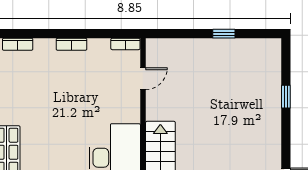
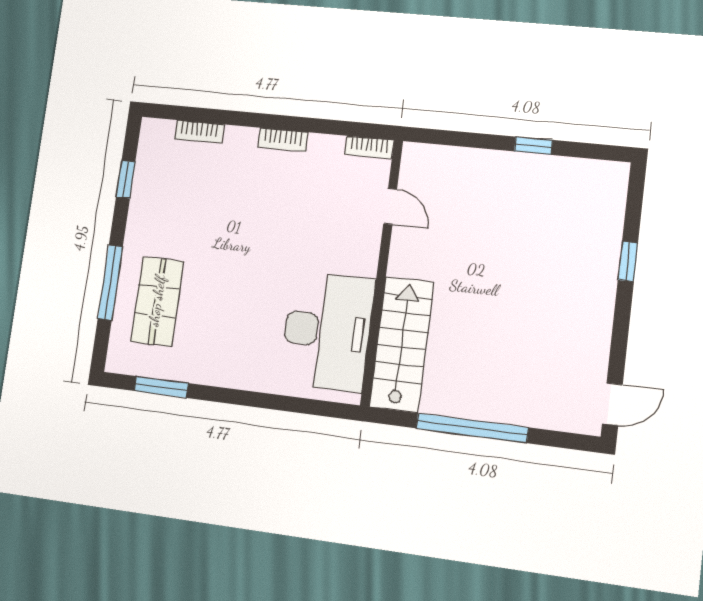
door: (143, 79) -> (390, 206), hinge flipped

